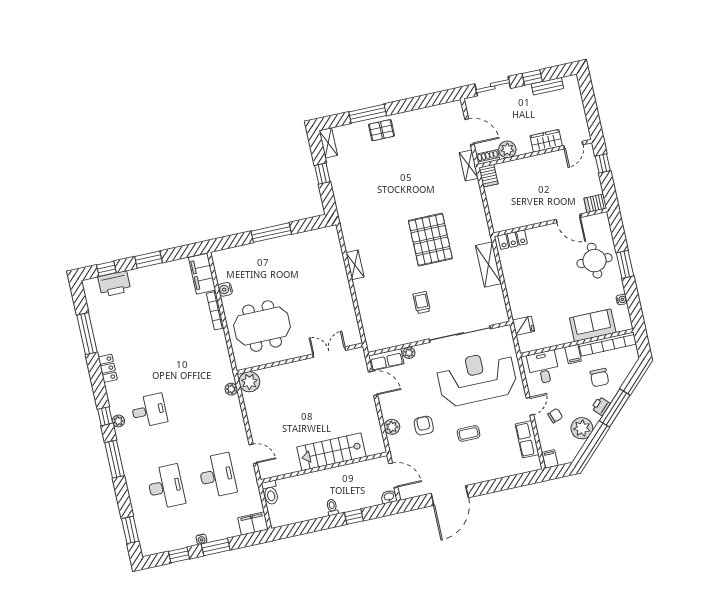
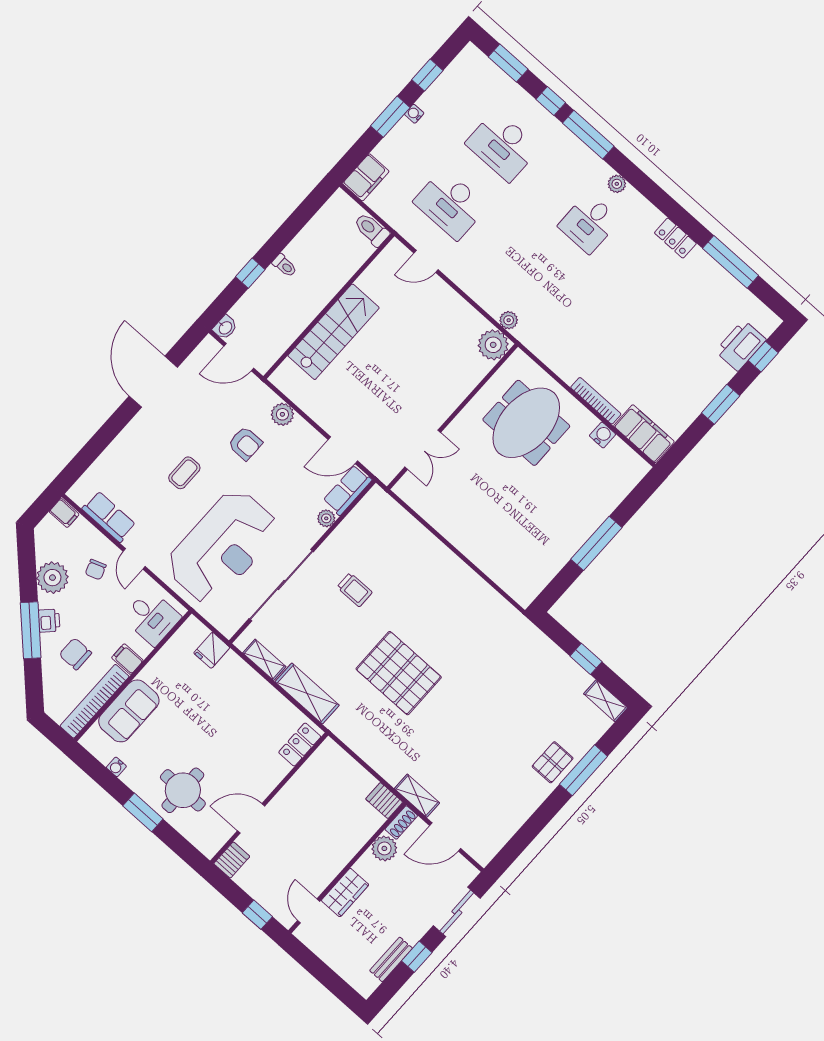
shelving: (355, 265) -> (264, 660), moved
window: (105, 416) -> (551, 101), moved

